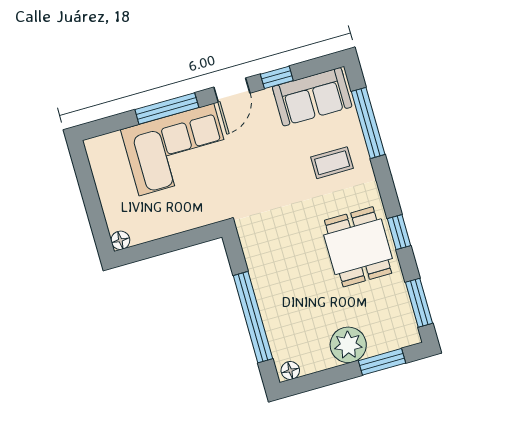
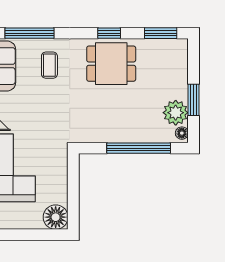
floor lamp: (120, 240) -> (56, 217), width x1.89, depth x1.89
plant: (348, 345) -> (176, 113), moved
window: (382, 362) -> (193, 100), moved

